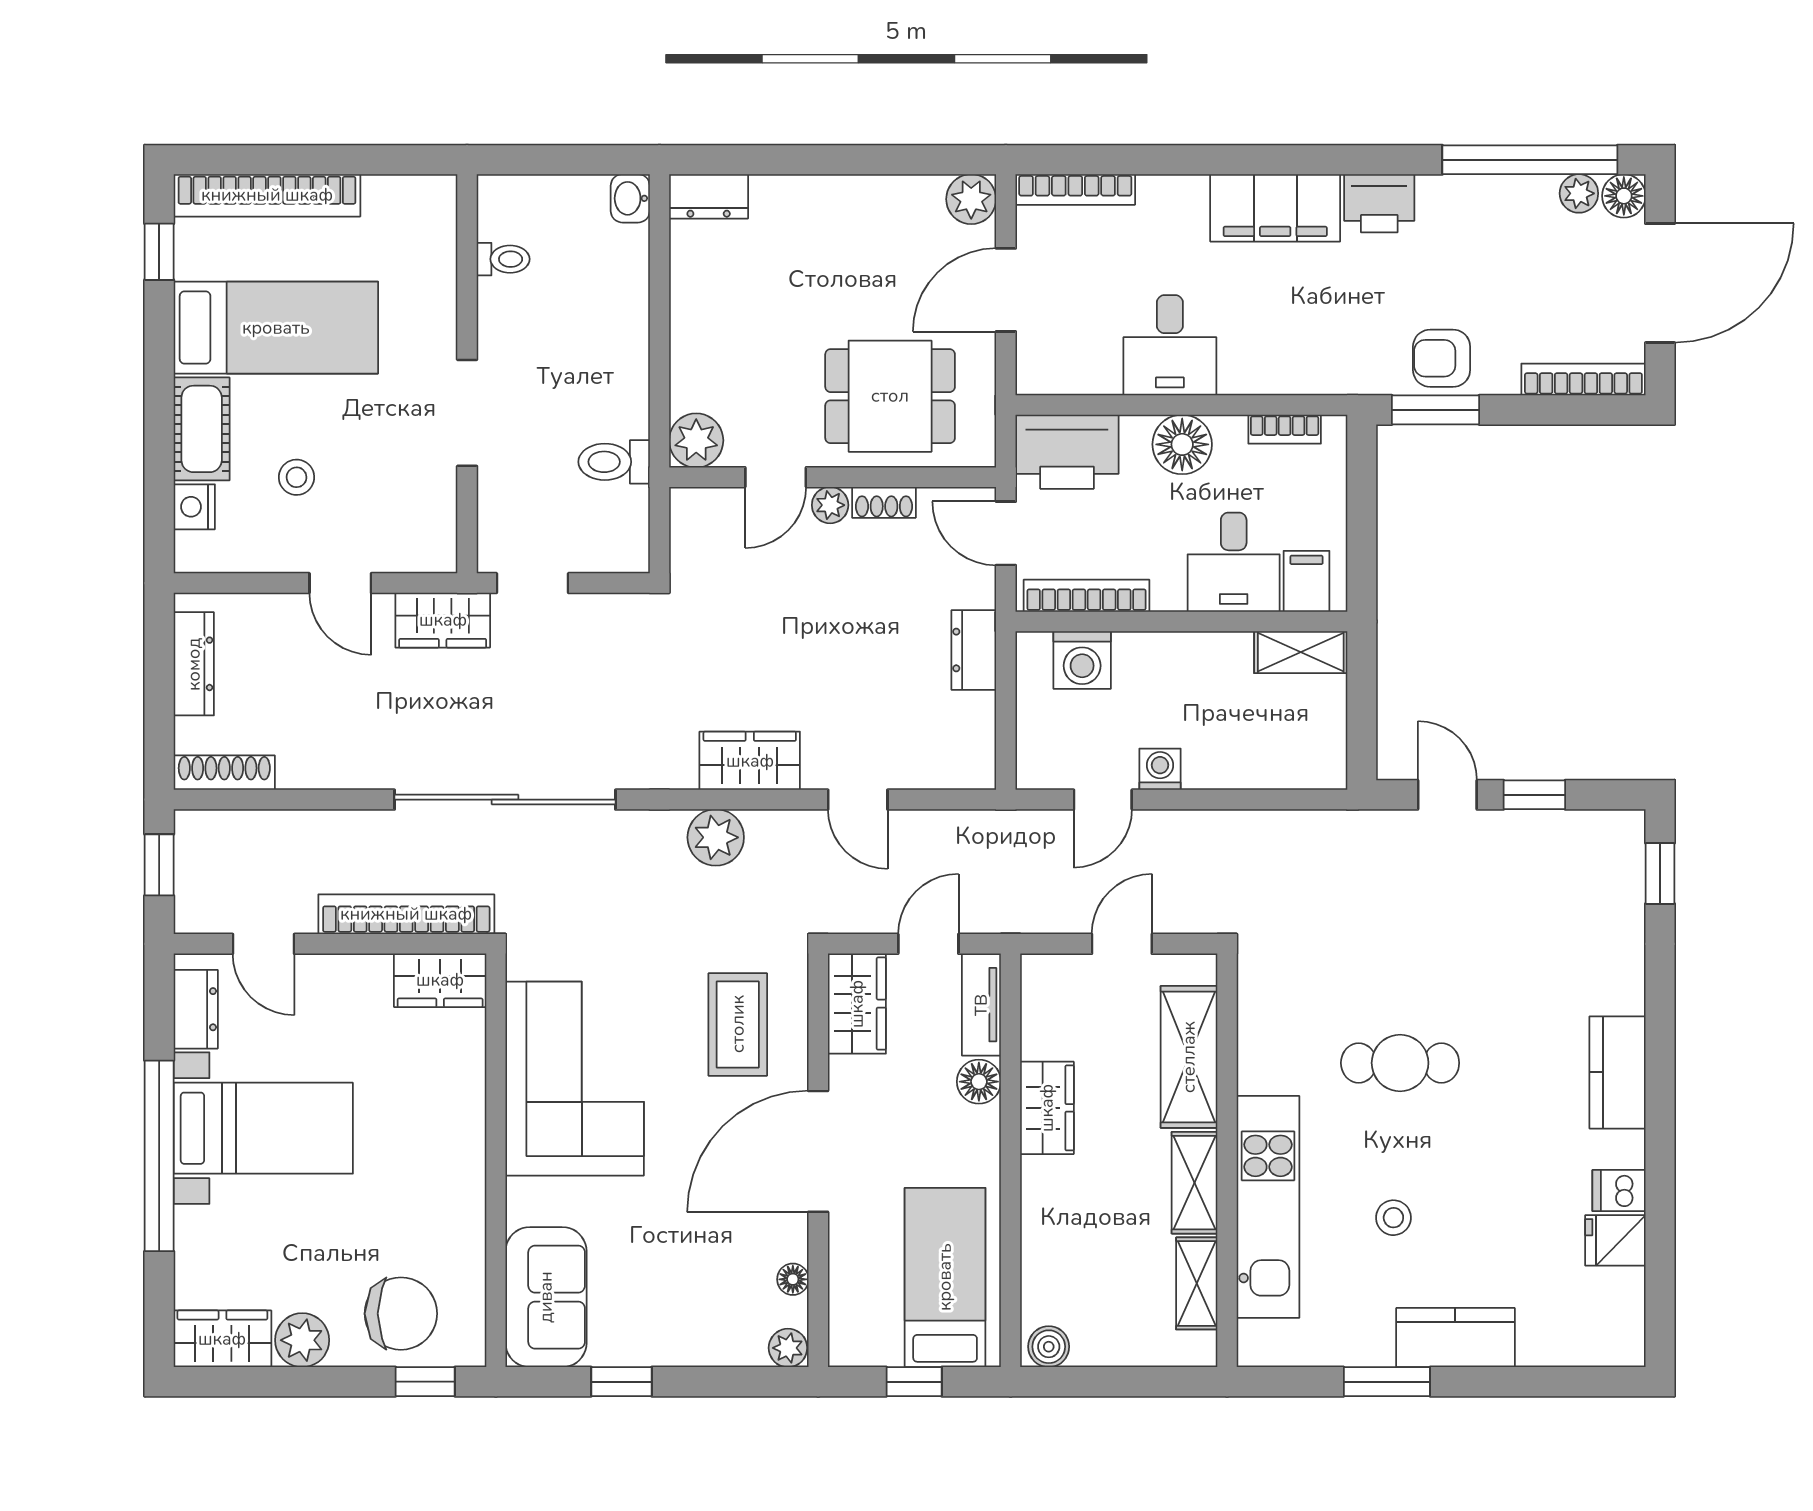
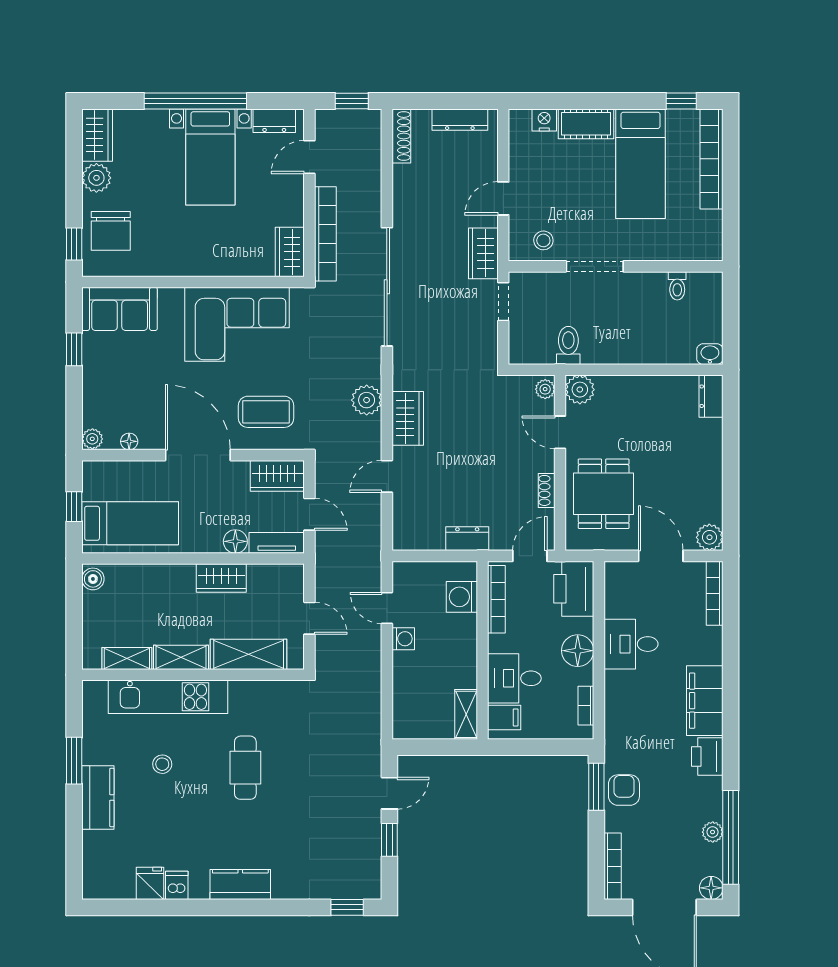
plant: (1579, 193) -> (713, 832), moved
stool: (297, 477) -> (543, 240), moved
plant: (830, 505) -> (545, 389), moved

